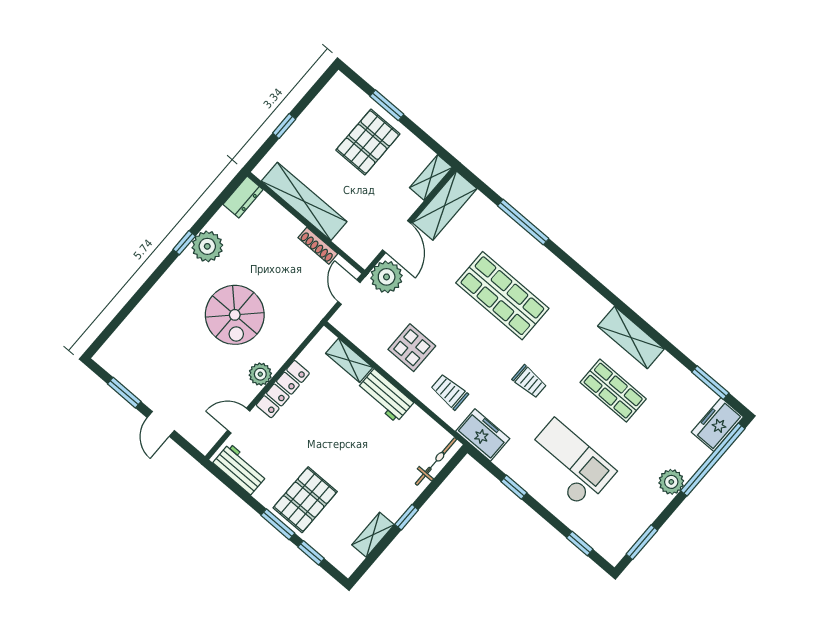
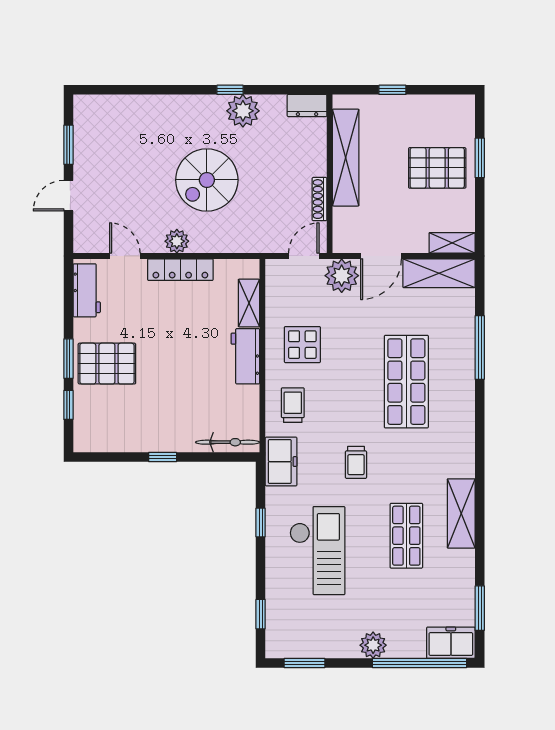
shelving: (373, 535) -> (125, 442), removed

